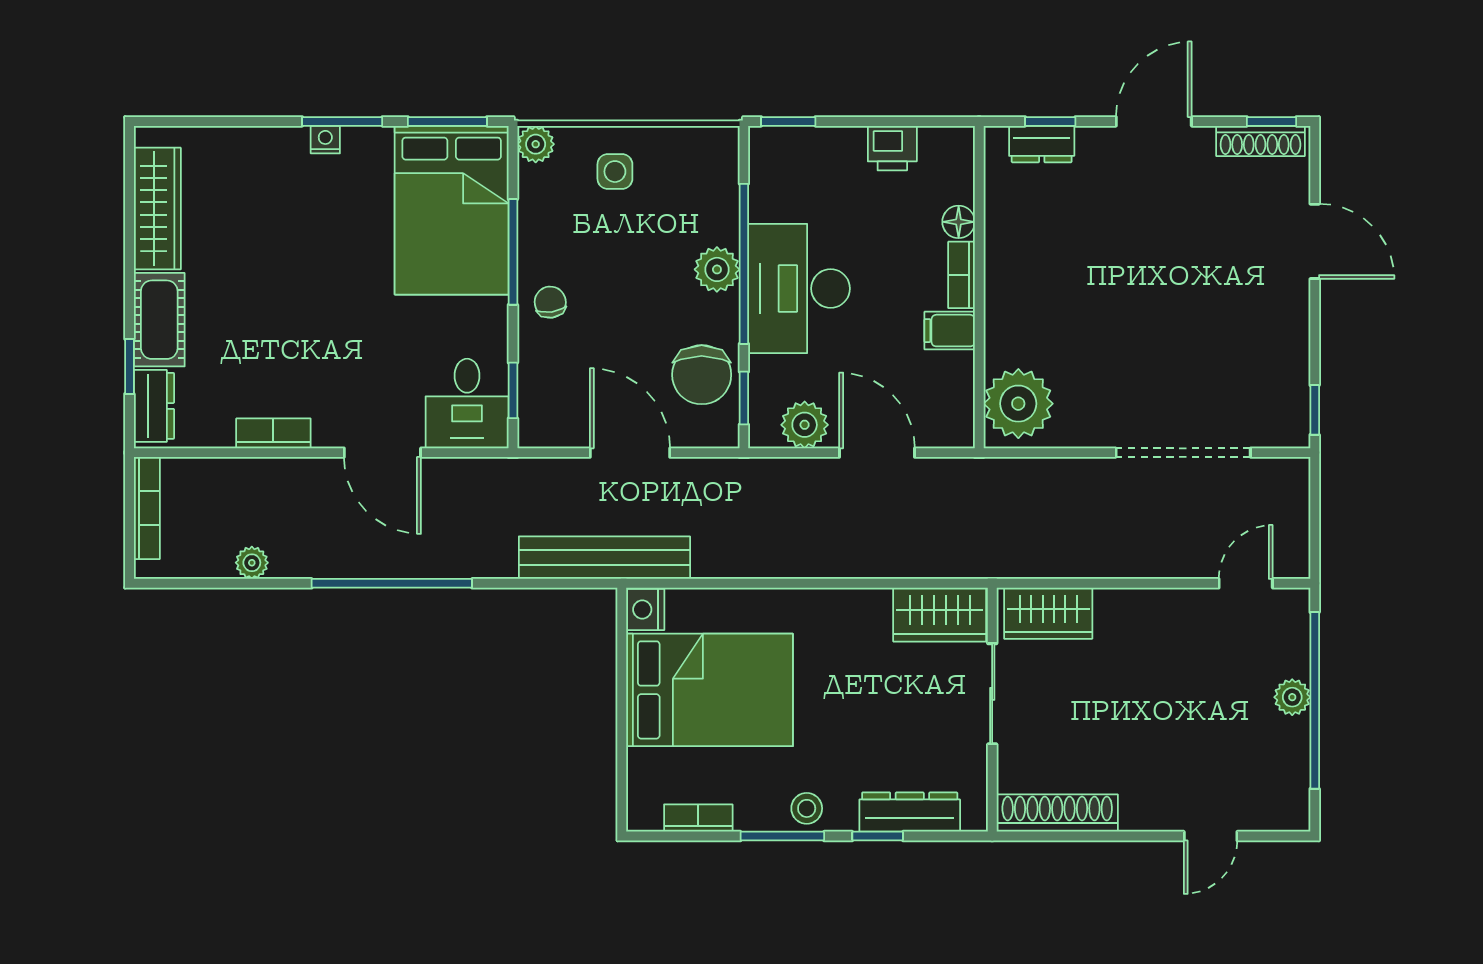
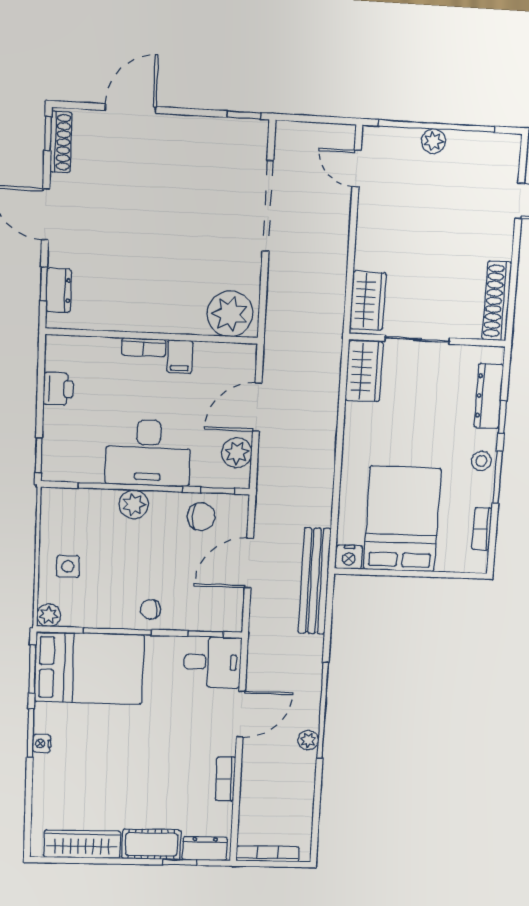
floor lamp: (959, 222) -> (108, 348), removed
chair: (702, 375) -> (201, 517), width x0.73, depth x0.73
plant: (252, 563) -> (308, 740), moved

